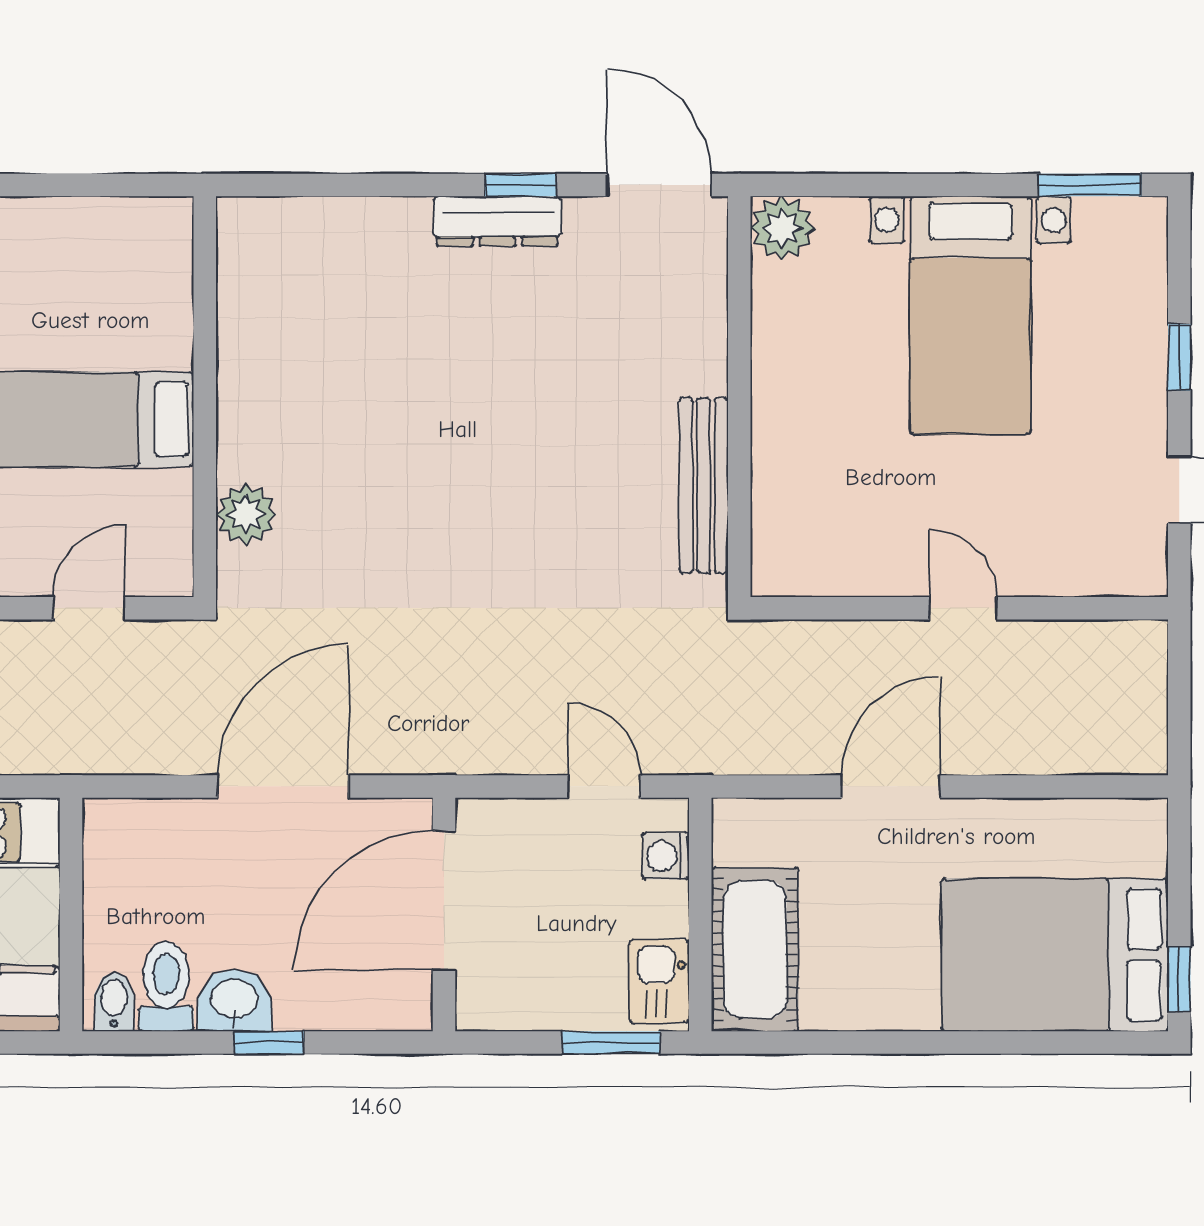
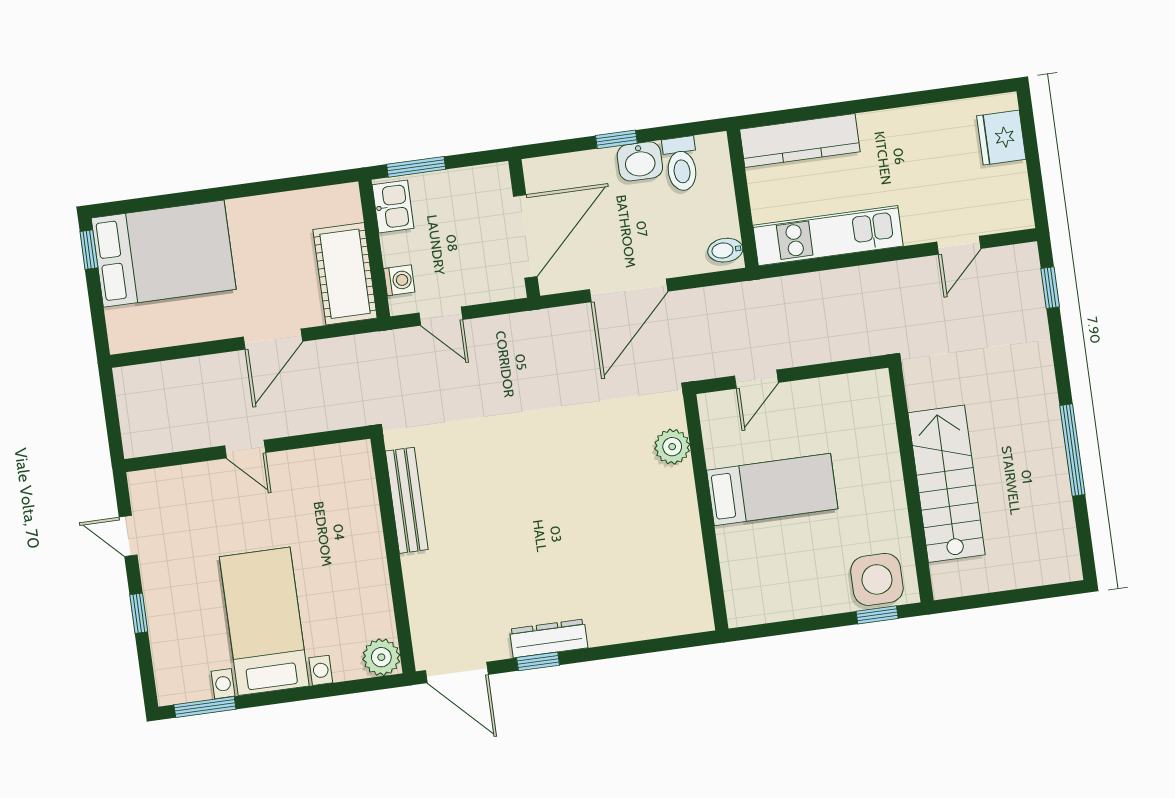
cot: (755, 949) -> (345, 274), moved
bidet: (114, 1002) -> (725, 250), moved, turned 90

